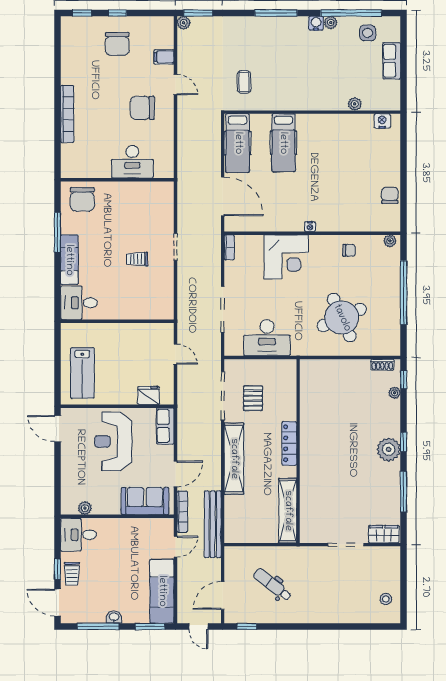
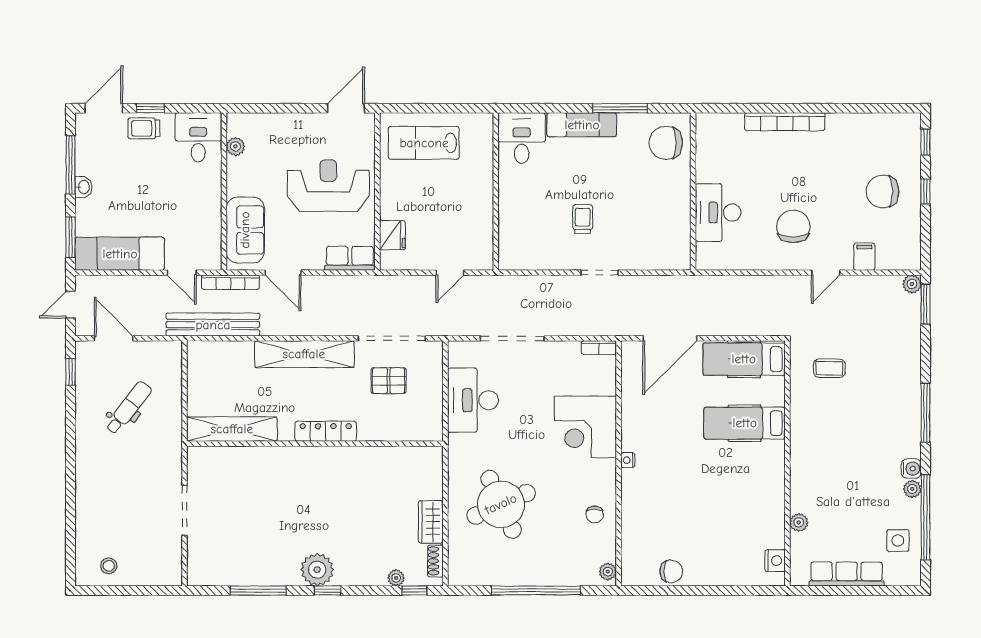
row of seats: (392, 61) -> (847, 574), width x1.48
wardrobe: (384, 534) -> (431, 522), moved, turned 180

